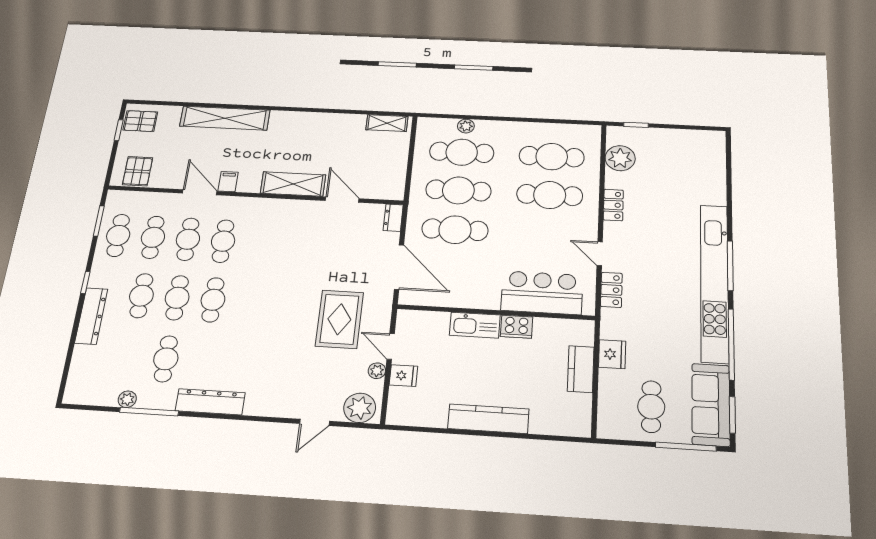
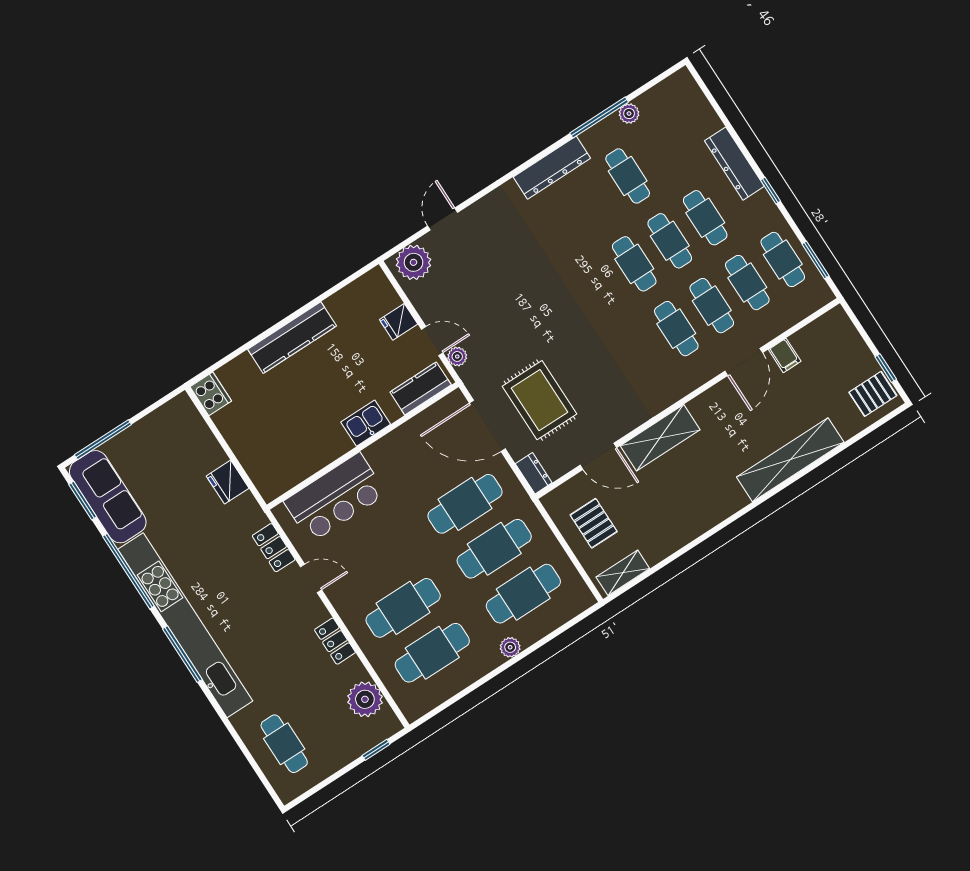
plant: (466, 126) -> (510, 647), moved
pallet: (138, 171) -> (594, 523), moved
filing cabinet: (228, 182) -> (785, 355), moved
door: (200, 192) -> (744, 362), hinge flipped
rug: (339, 319) -> (539, 400), moved
kitchen sink: (475, 325) -> (366, 423), width x0.73
cooker: (516, 327) -> (211, 394), moved, turned 90
kitchen counter: (581, 369) -> (421, 388), moved, turned -90
plant: (377, 371) -> (457, 356), moved
cafe table: (651, 407) -> (284, 744), moved

